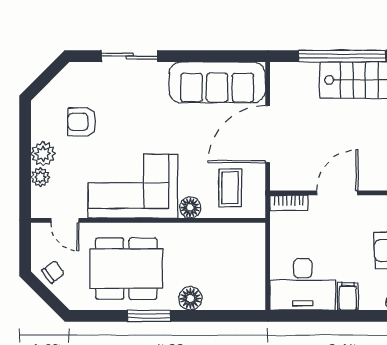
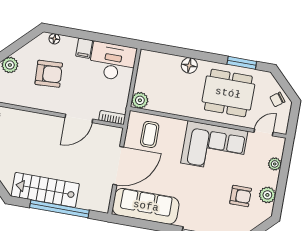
plant: (43, 154) -> (267, 195), moved
floor lamp: (190, 207) -> (179, 126), removed
door: (65, 220) -> (264, 132), hinge flipped
plant: (253, 235) -> (140, 100), added
window: (149, 316) -> (242, 63), moved

